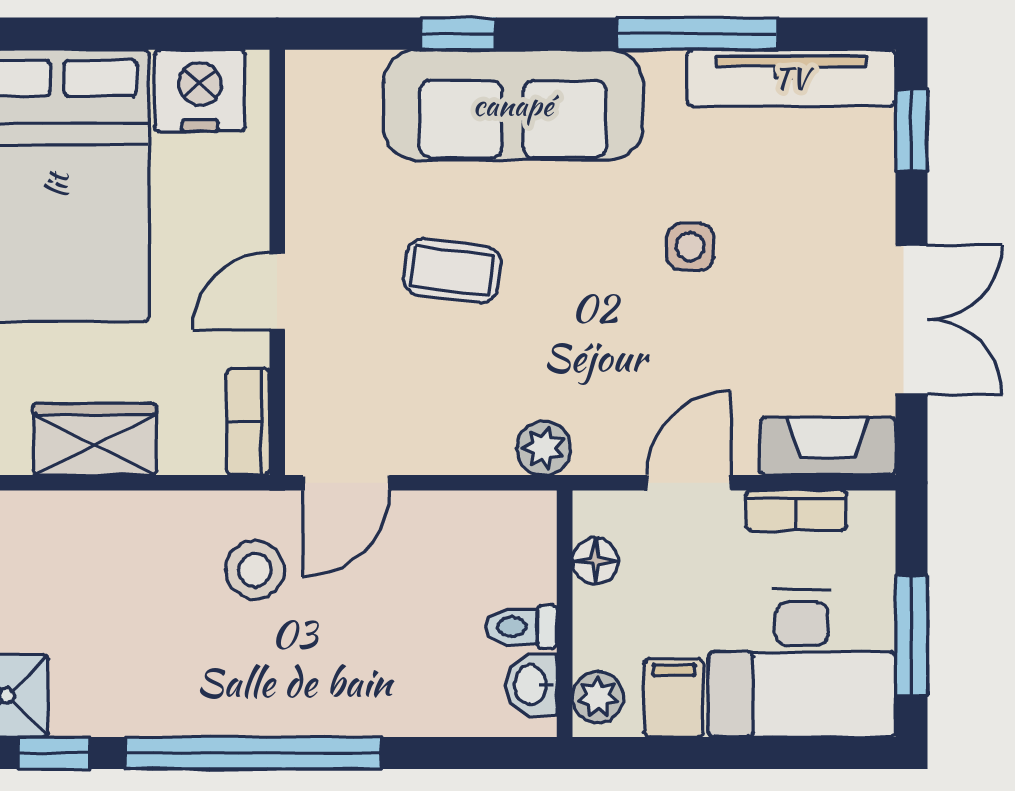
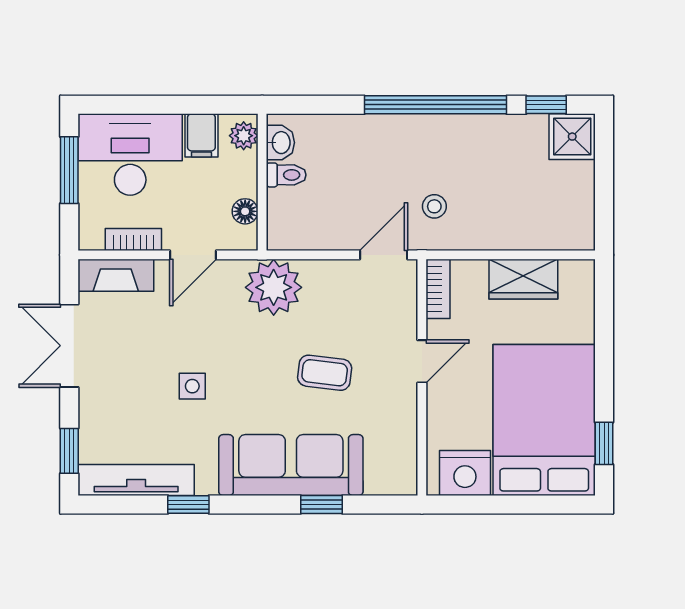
window: (697, 34) -> (188, 505), width x0.46
plant: (544, 448) -> (274, 287), width x1.87, depth x1.87
stool: (255, 570) -> (434, 206), width x0.73, depth x0.73

